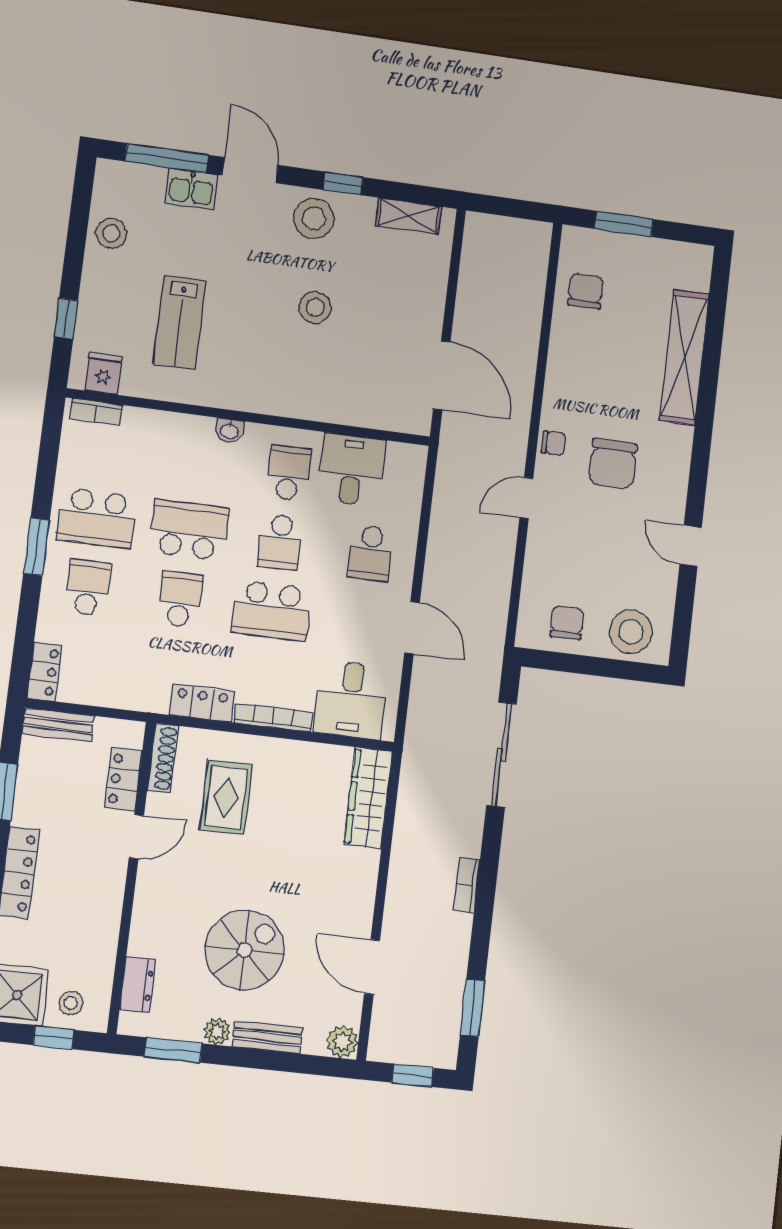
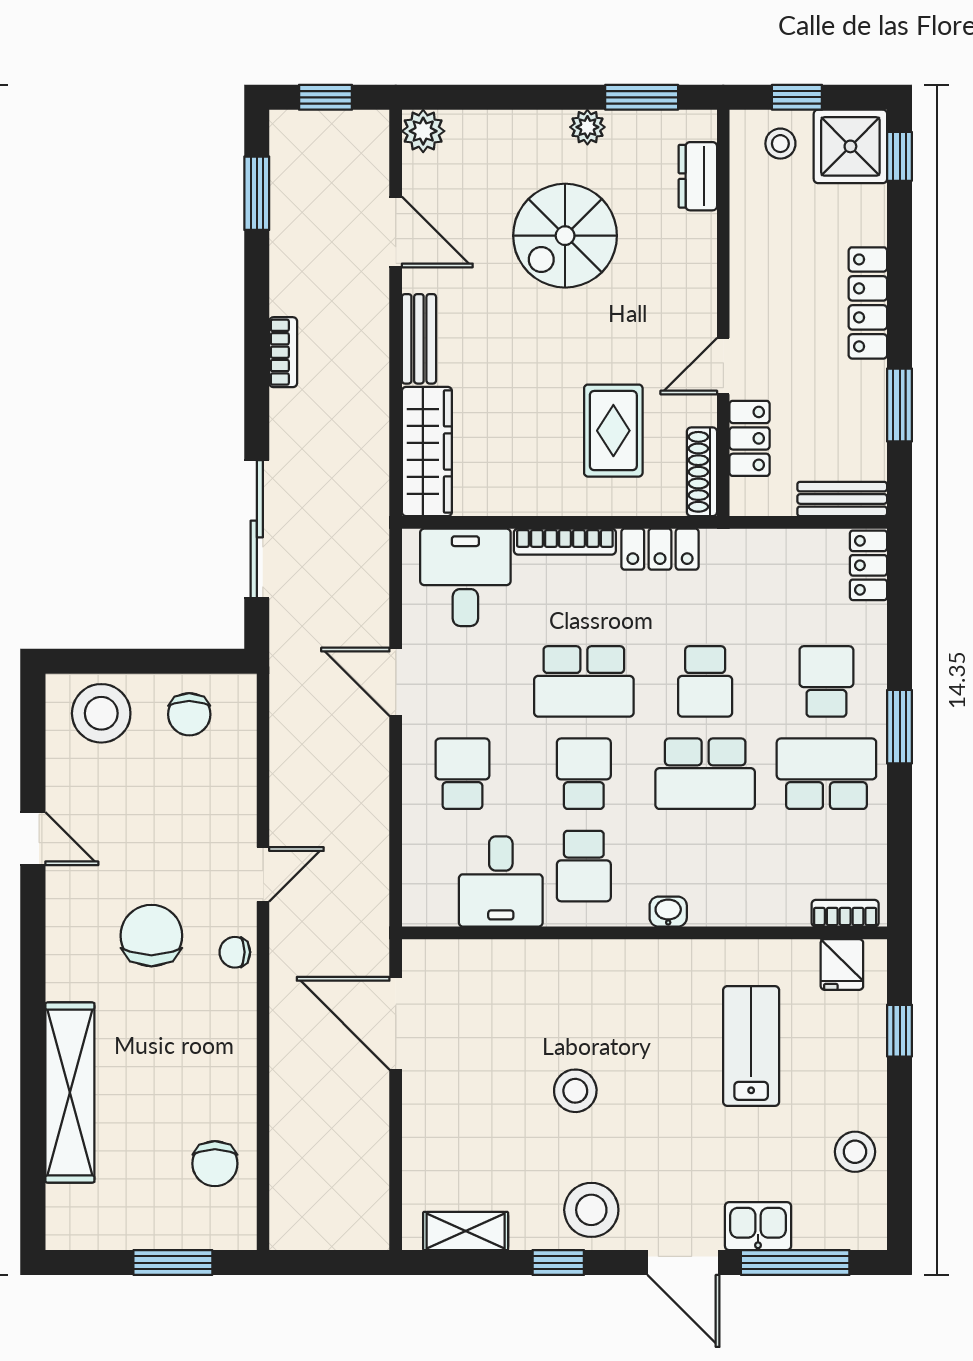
school desk: (88, 588) -> (826, 681), turned 180
school desk: (272, 611) -> (584, 681), turned 180
bench: (267, 1037) -> (419, 339), moved, turned 90

